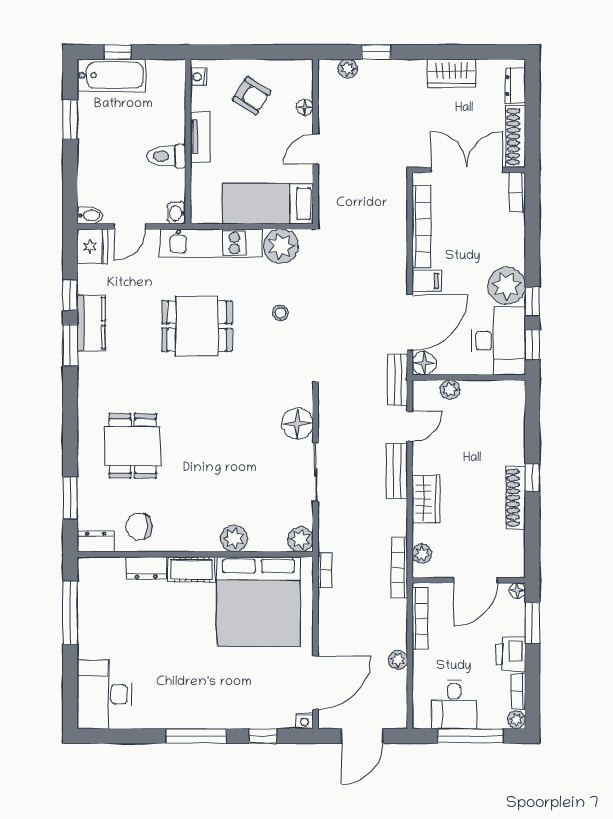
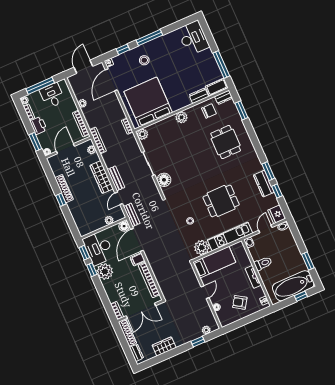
bathtub: (111, 75) -> (293, 286), width x1.36, depth x1.36
wardrobe: (426, 499) -> (102, 177), width x1.50
plant: (234, 539) -> (181, 117), moved
cot: (192, 569) -> (217, 87), moved
stool: (228, 693) -> (144, 60), added

